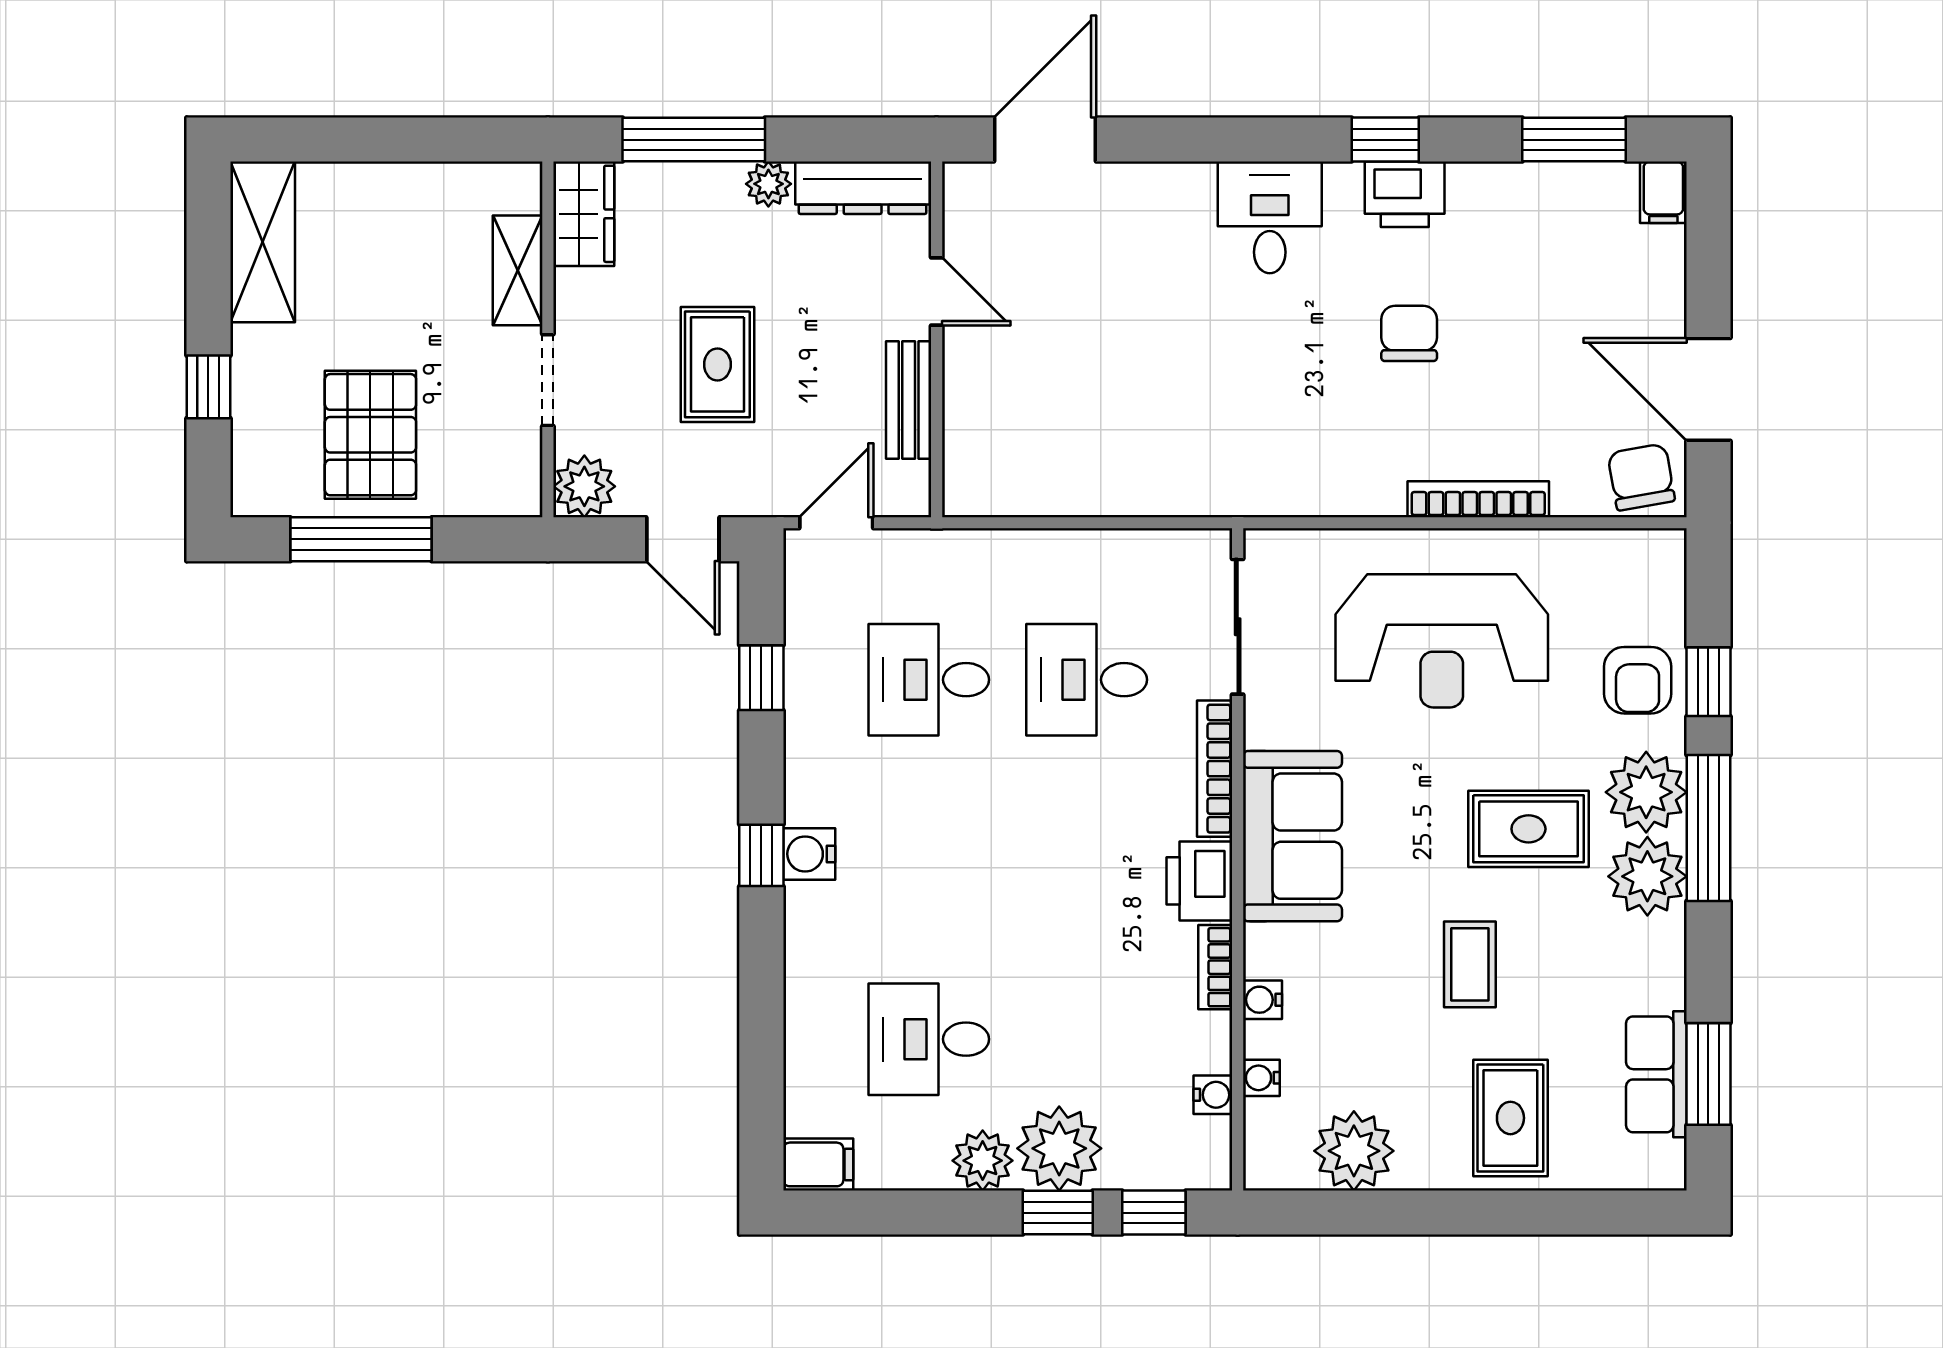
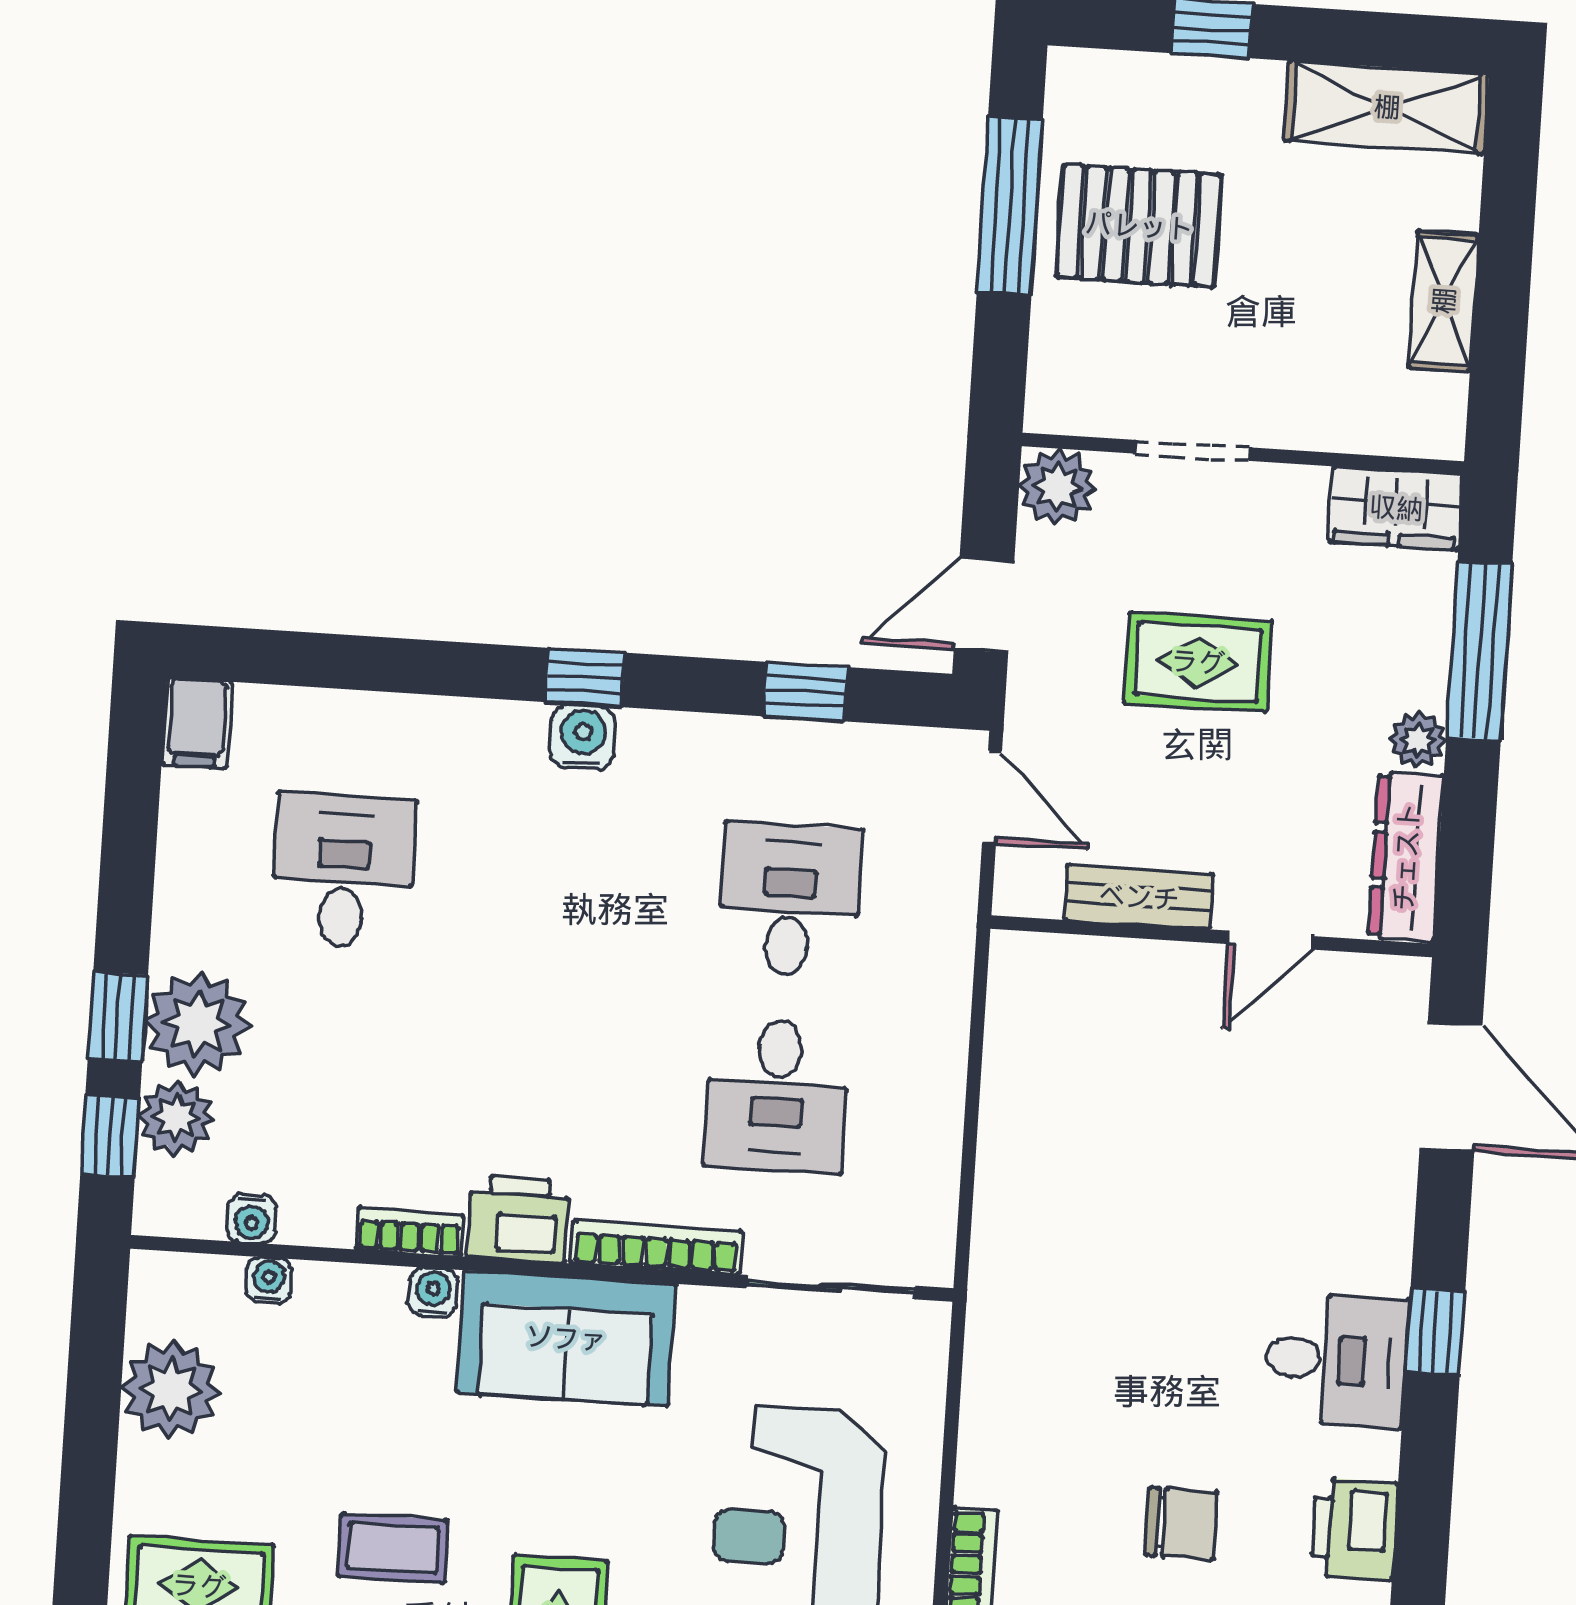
window: (1385, 140) -> (1435, 1332), moved
shelving: (518, 270) -> (1444, 301), moved, turned 90
desk: (1087, 680) -> (777, 1095), turned 180
water cooler: (1262, 1000) -> (433, 1292), moved
plant: (983, 1161) -> (176, 1118), moved

